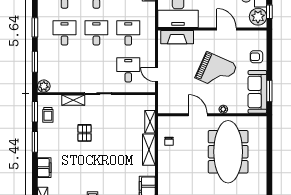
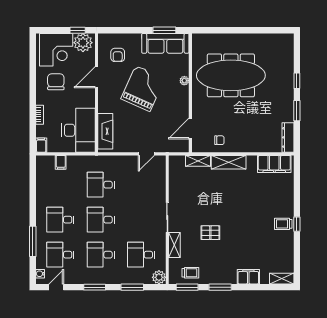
armchair: (256, 57) -> (118, 55), moved
desk: (128, 70) -> (141, 255), moved
door: (198, 115) -> (190, 129), moved

